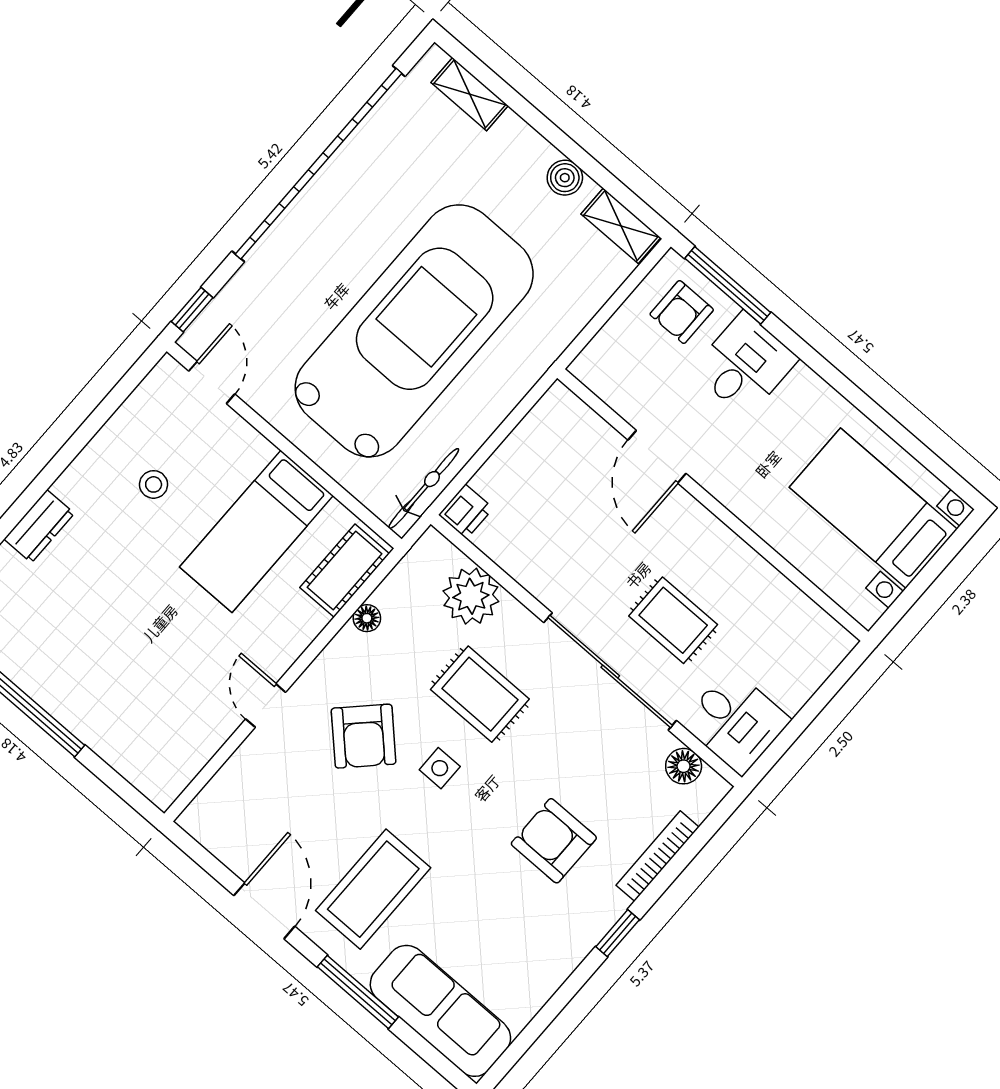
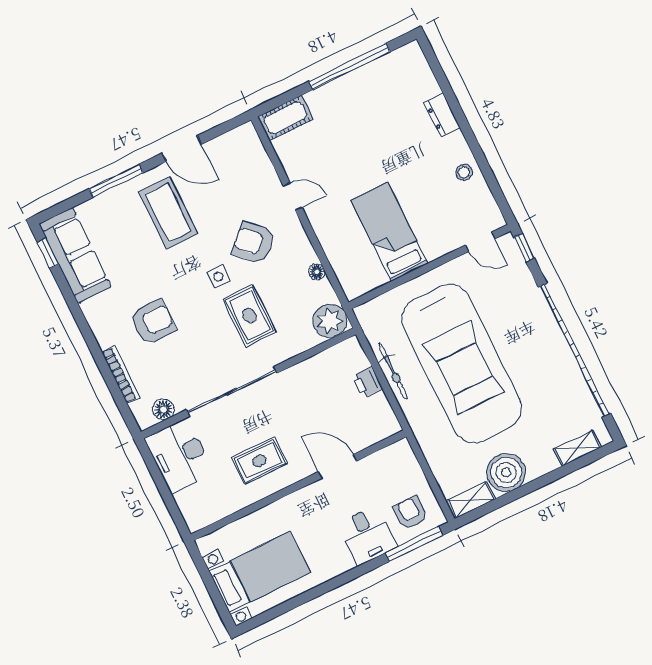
boiler: (565, 178) -> (506, 473), width x1.86, depth x1.86
stool: (154, 484) -> (464, 172), moved
bicycle: (424, 489) -> (393, 371), moved
printer: (466, 512) -> (368, 382), moved
cot: (345, 571) -> (285, 118), moved, turned 90
plant: (471, 596) -> (330, 321), moved
rug: (673, 620) -> (259, 461), moved
rug: (480, 694) -> (249, 316), turned 90
desk: (736, 721) -> (179, 456), width x1.37
window: (618, 933) -> (48, 253), moved
sofa: (440, 1011) -> (75, 255), moved, turned -90

